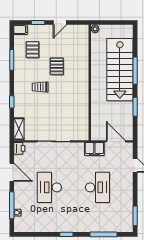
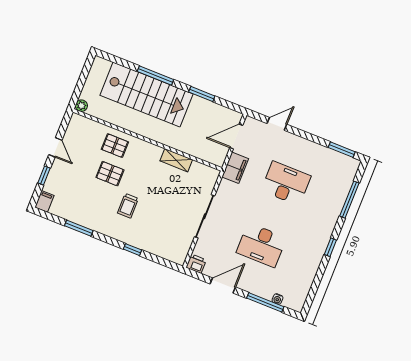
pallet: (33, 50) -> (115, 146), moved
shelving: (19, 129) -> (176, 160), moved

